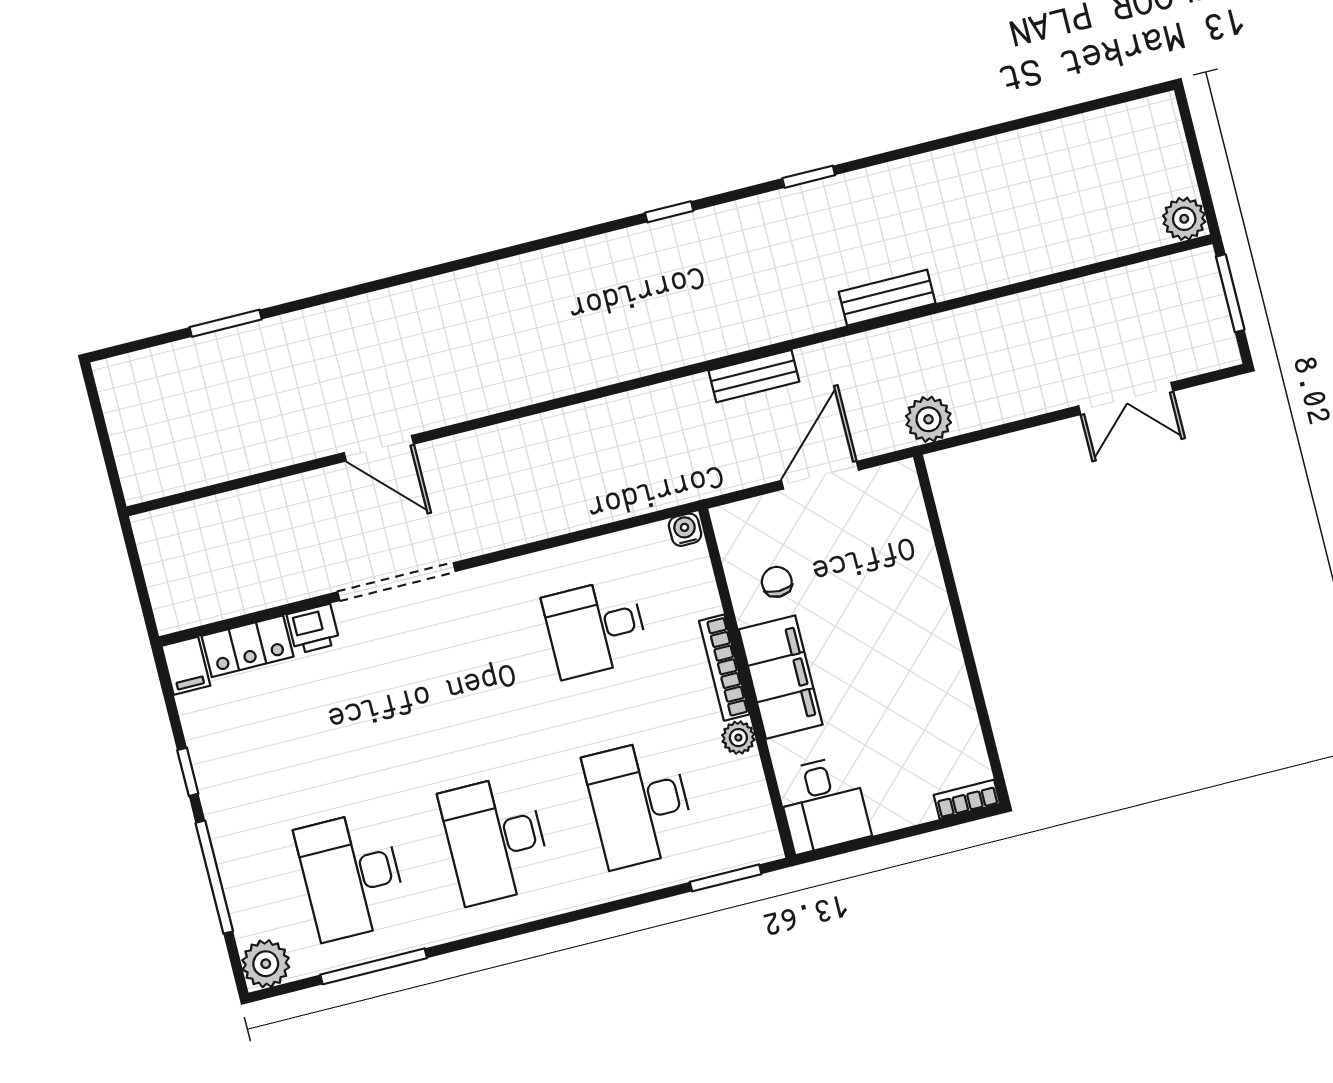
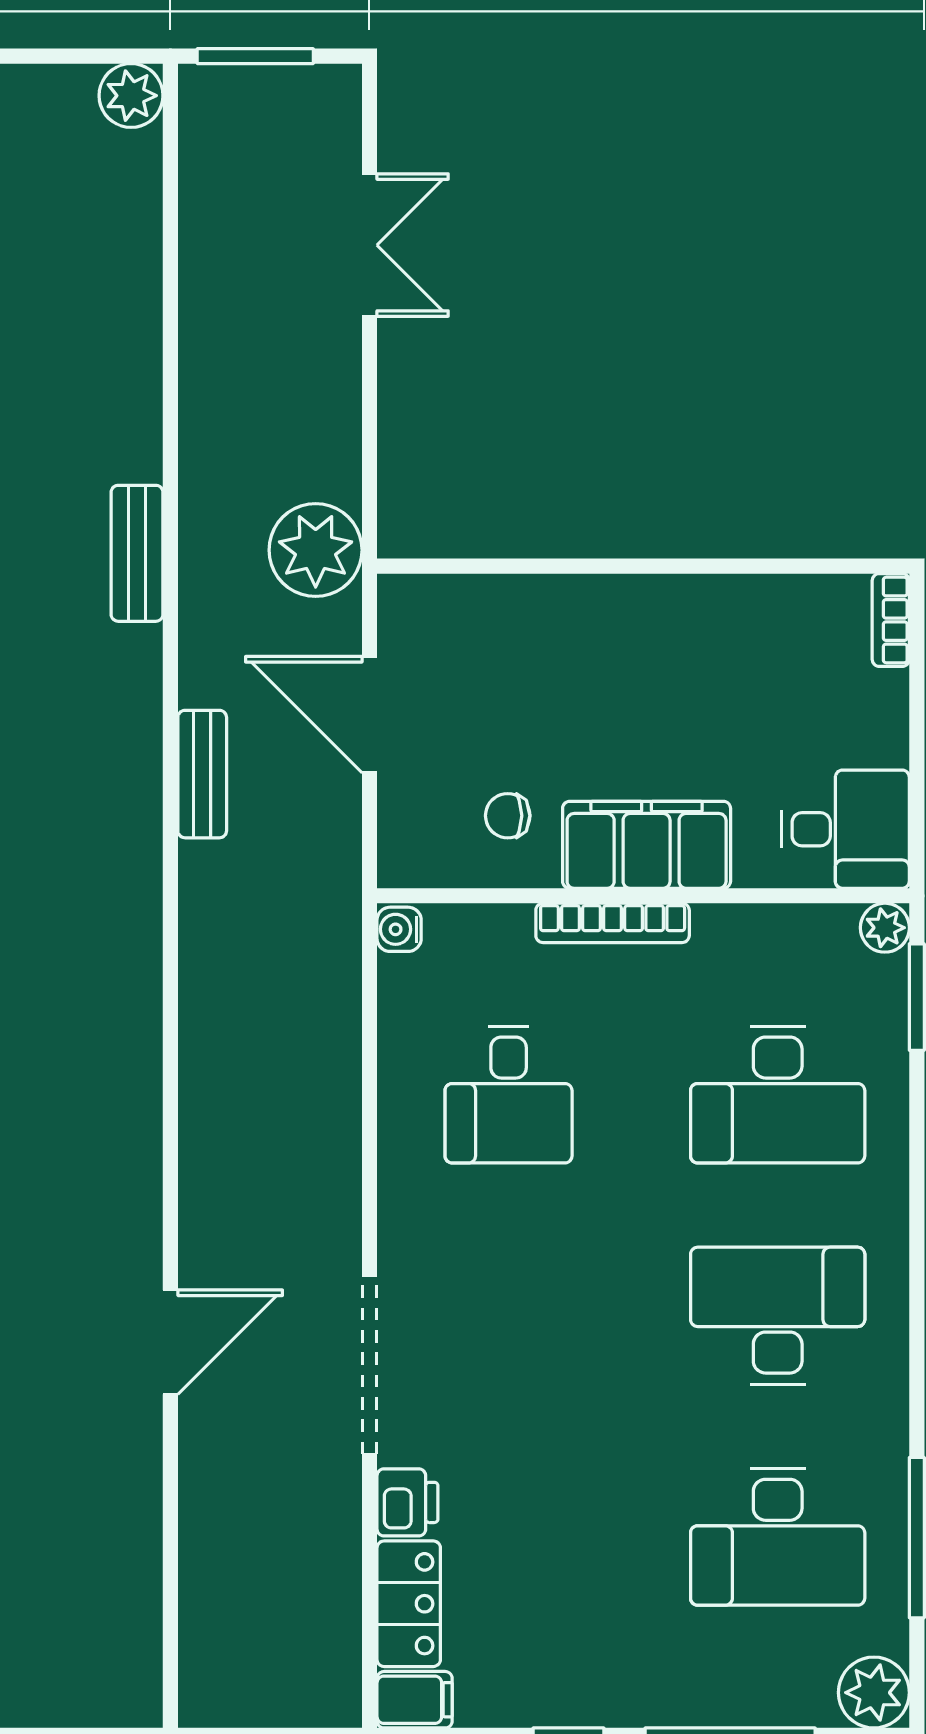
plant: (928, 419) -> (316, 550), width x1.36, depth x1.36
plant: (738, 738) -> (885, 928), moved
desk: (495, 839) -> (778, 1316), turned 180

